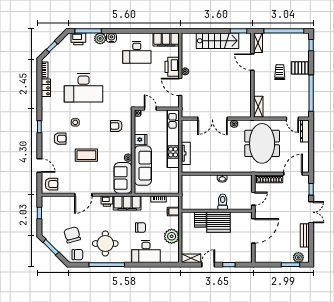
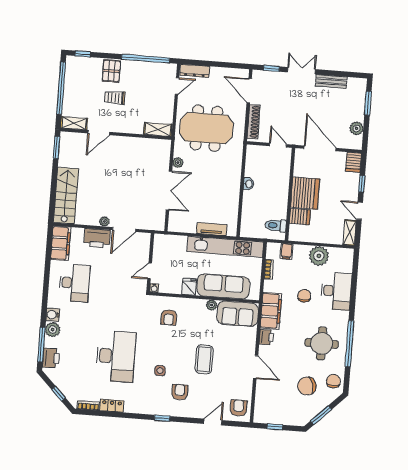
stairs: (218, 41) -> (66, 196), moved
kitchen unit: (173, 139) -> (225, 247), moved
toilet: (223, 202) -> (276, 225), moved
server rack: (245, 257) -> (353, 162), added
plant: (298, 257) -> (357, 128), moved

